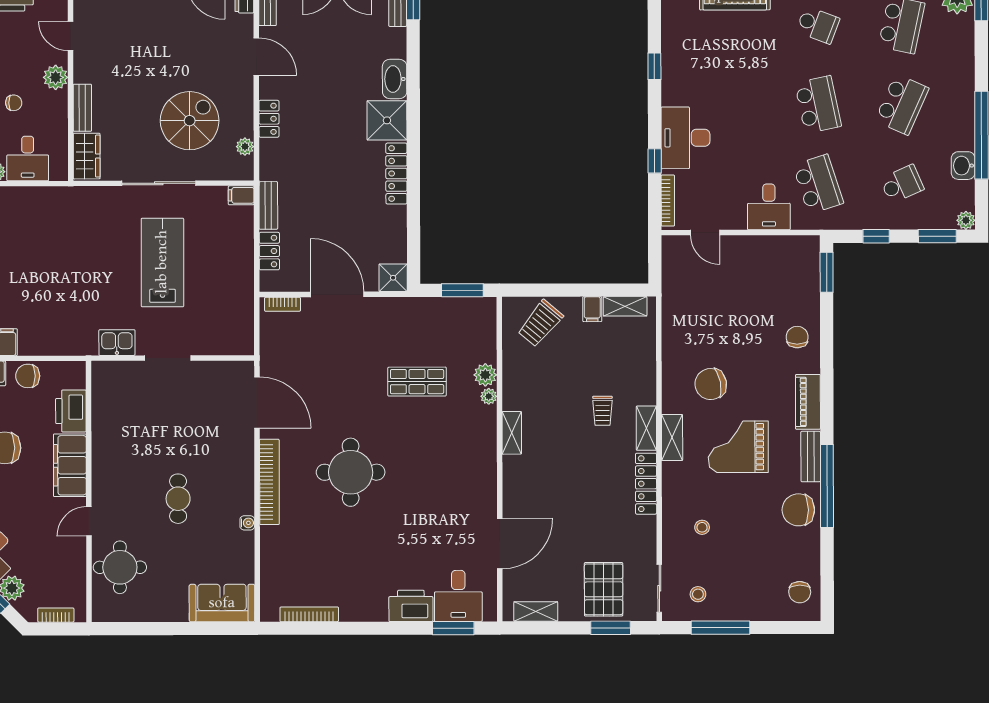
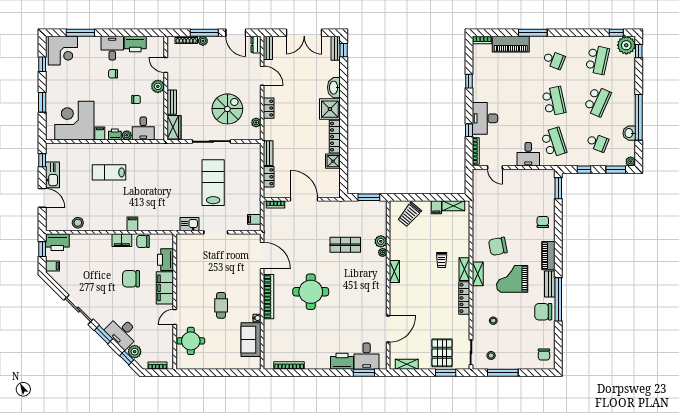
school desk: (902, 184) -> (597, 143), turned 45
filing cabinet: (241, 195) -> (254, 219), moved
shower: (393, 278) -> (333, 161), moved
sofa: (222, 603) -> (251, 340), moved, turned -90

